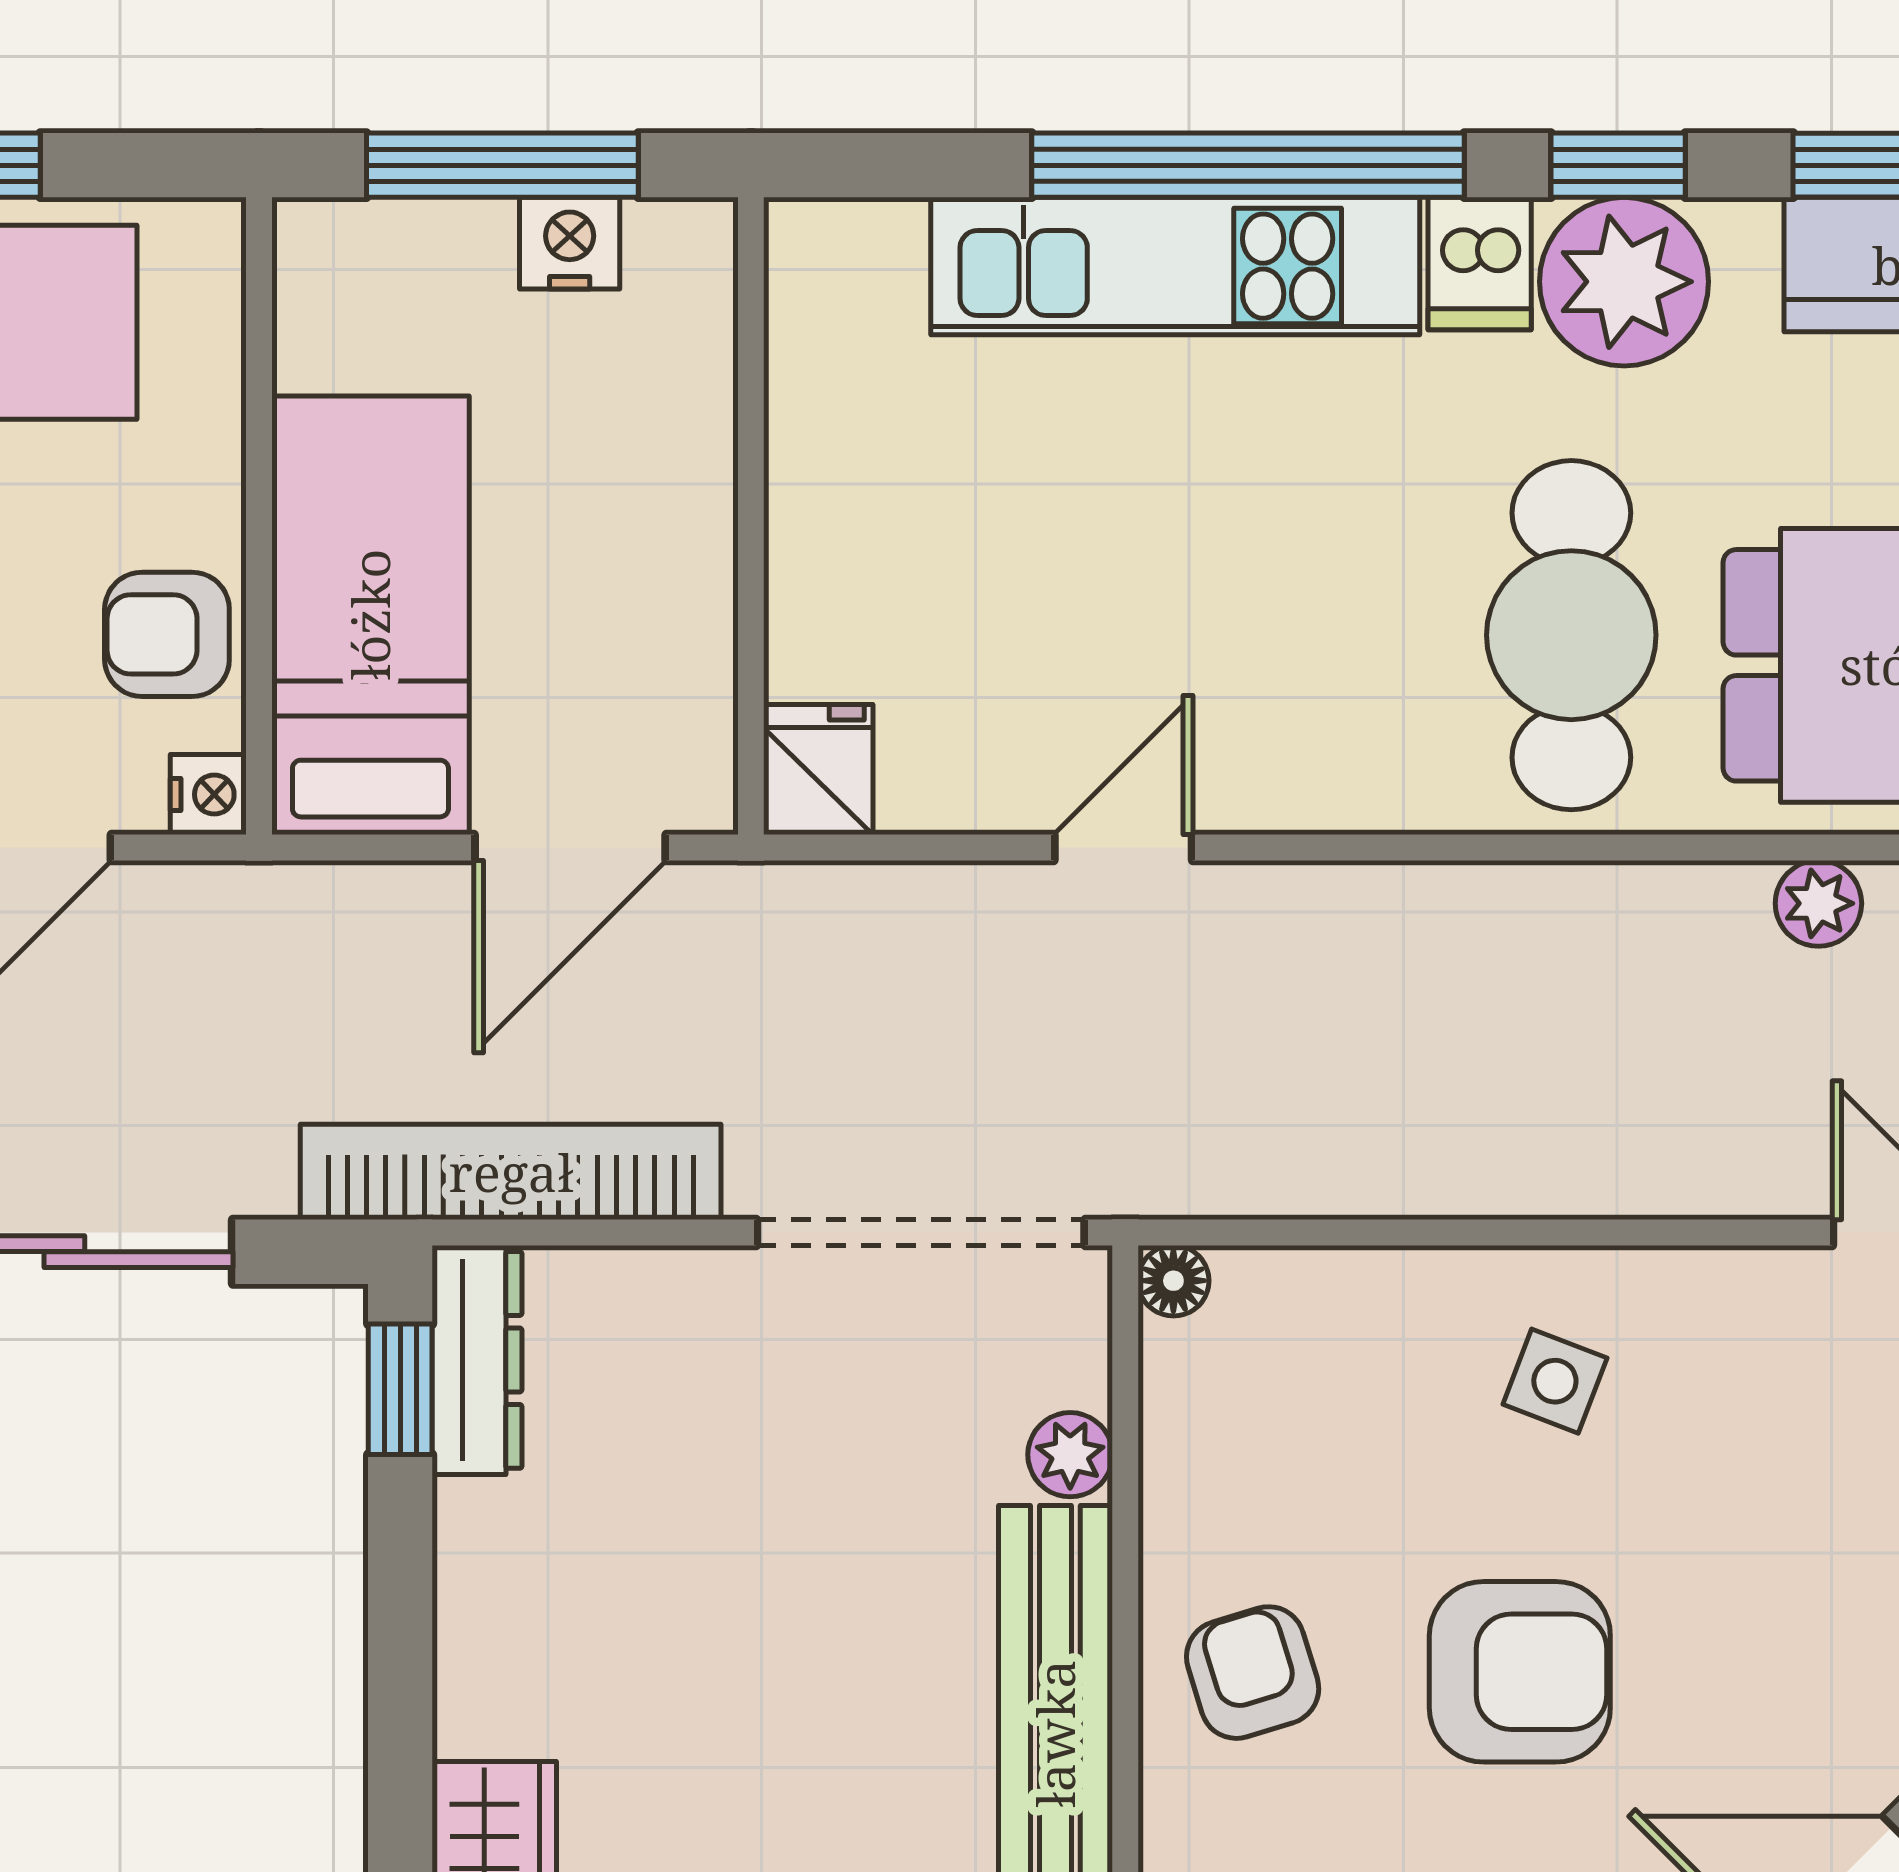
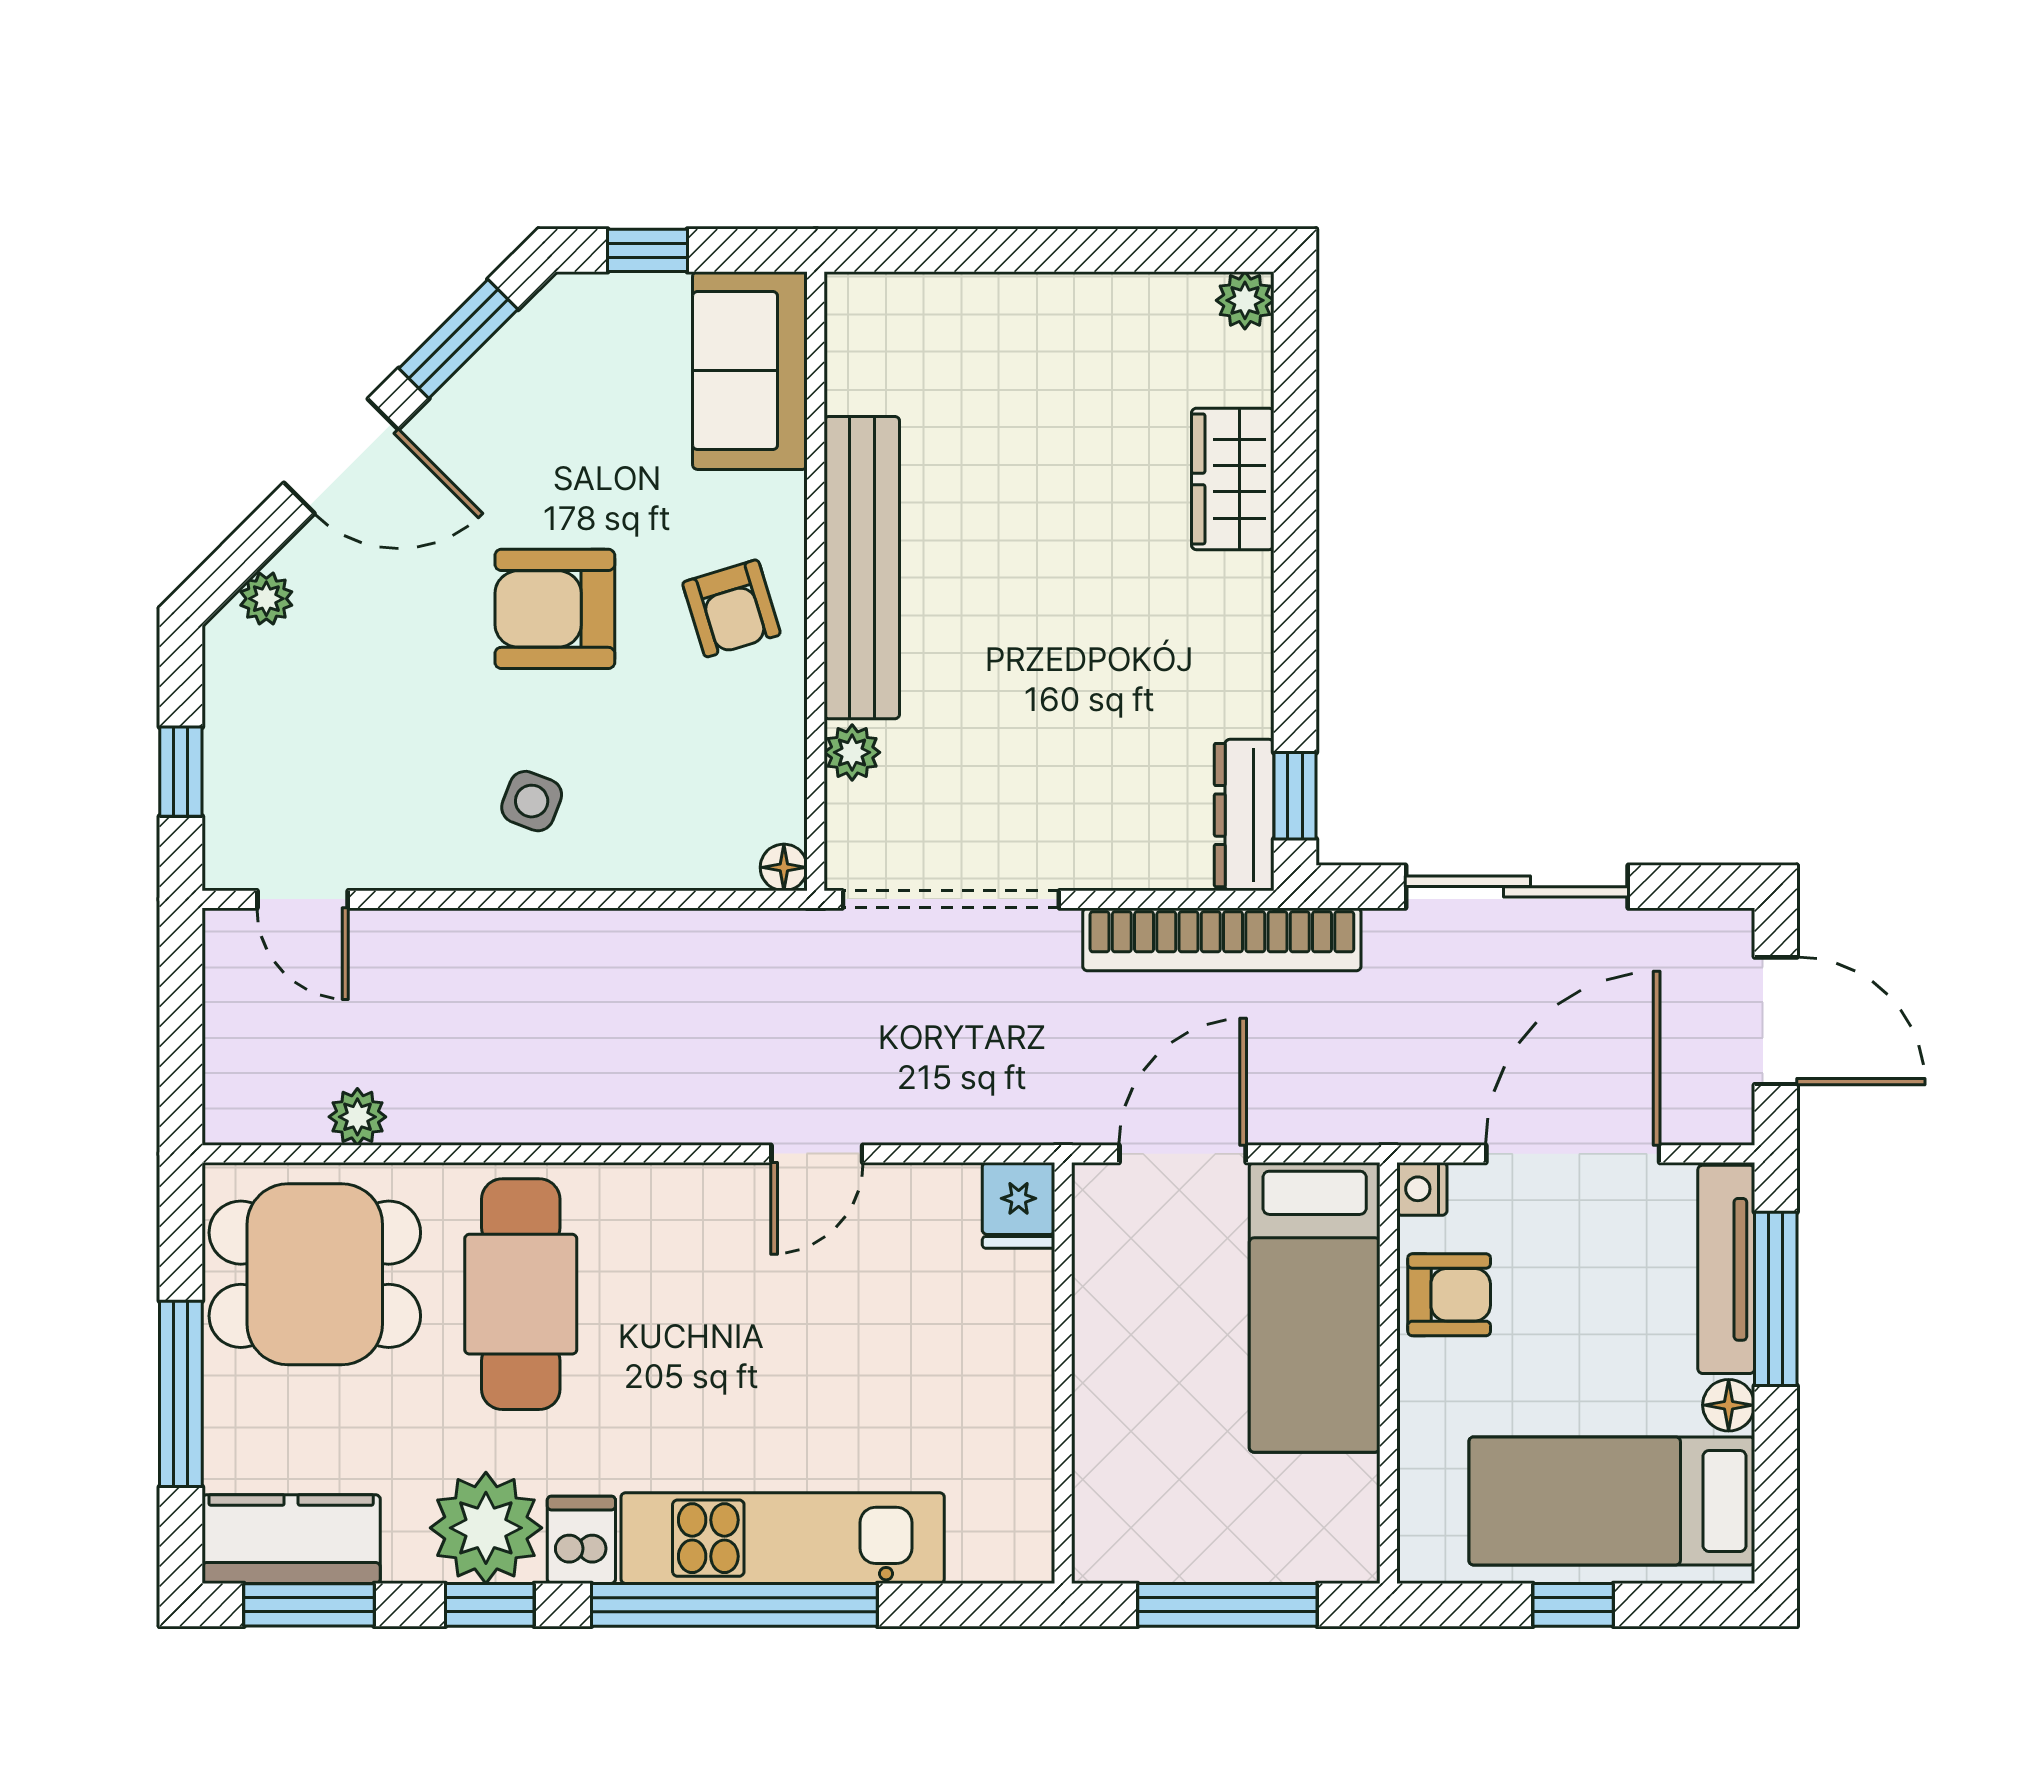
nightstand: (570, 243) -> (1183, 1553), removed

